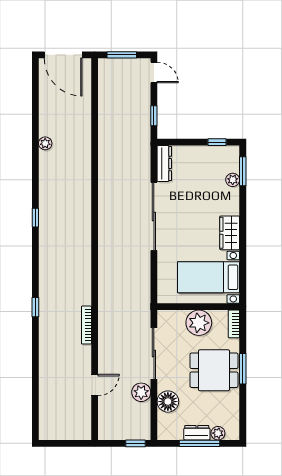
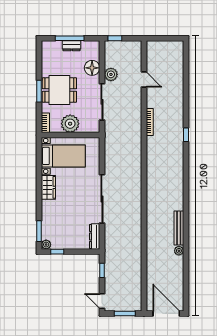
bench: (45, 175) -> (179, 228), added
plant: (233, 180) -> (46, 245), moved
window: (35, 218) -> (186, 198), removed
door: (95, 385) -> (144, 80), swing flipped
plant: (218, 433) -> (57, 45), removed

